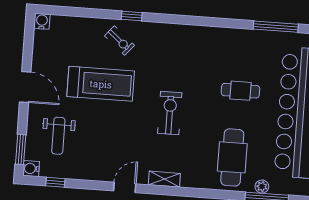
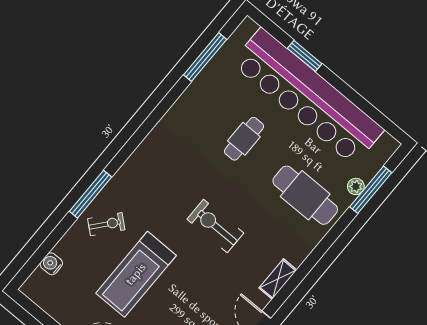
window: (132, 16) -> (90, 194), width x2.17
water cooler: (42, 21) -> (51, 264), moved
treadmill: (101, 84) -> (136, 274), turned 180

